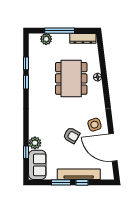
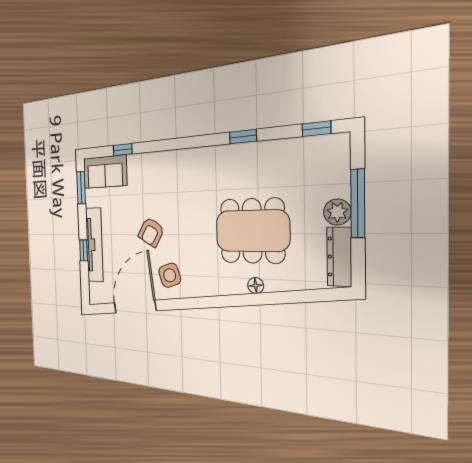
plant: (46, 39) -> (337, 212), moved
window: (26, 63) -> (316, 129), moved
plant: (35, 143) -> (137, 165), removed
window: (61, 182) -> (81, 188), moved

